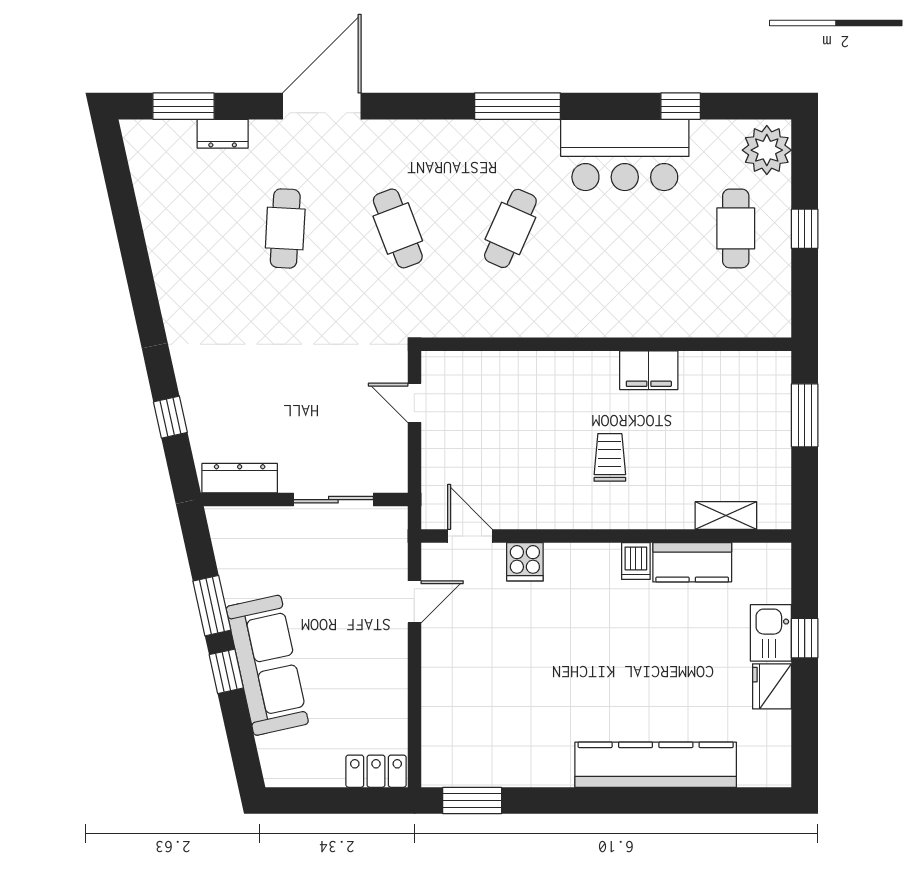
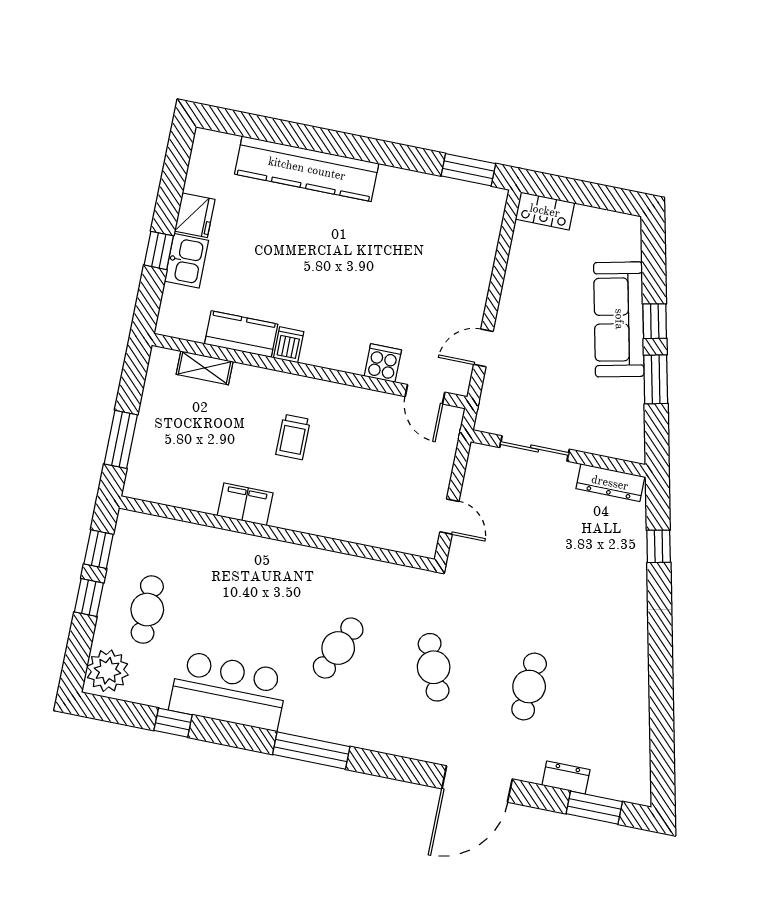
window: (805, 286) -> (99, 549), added

